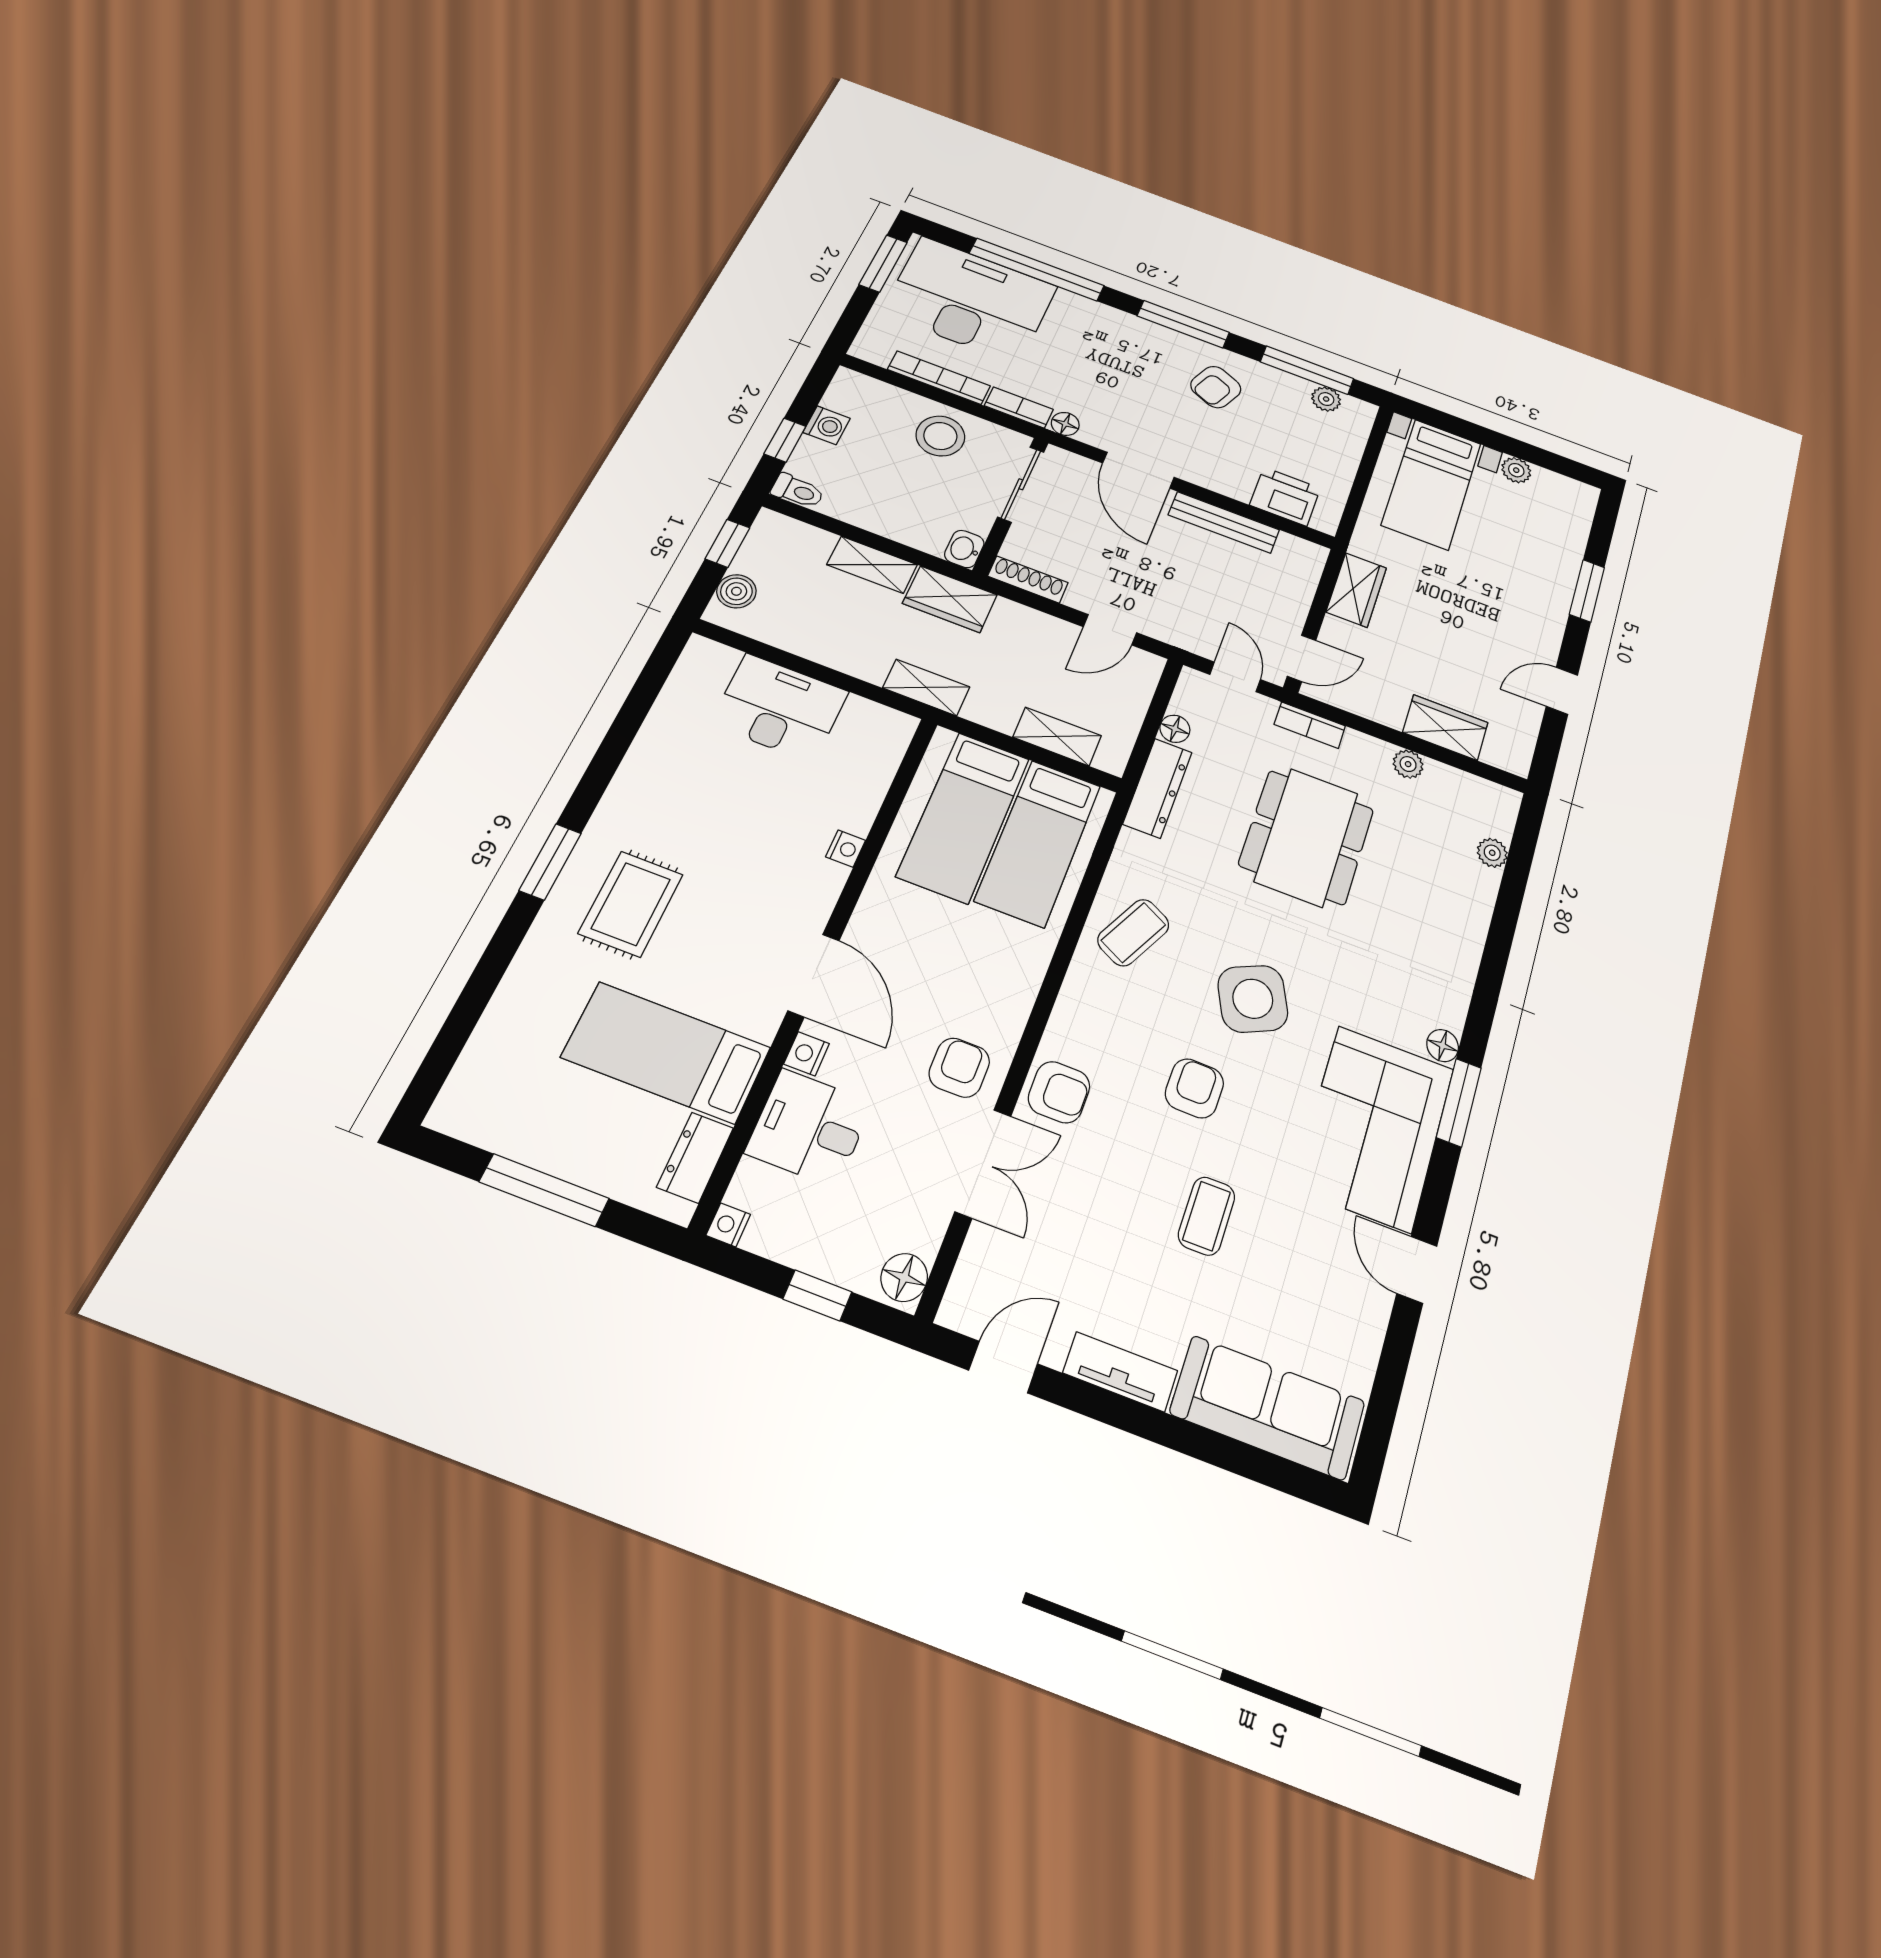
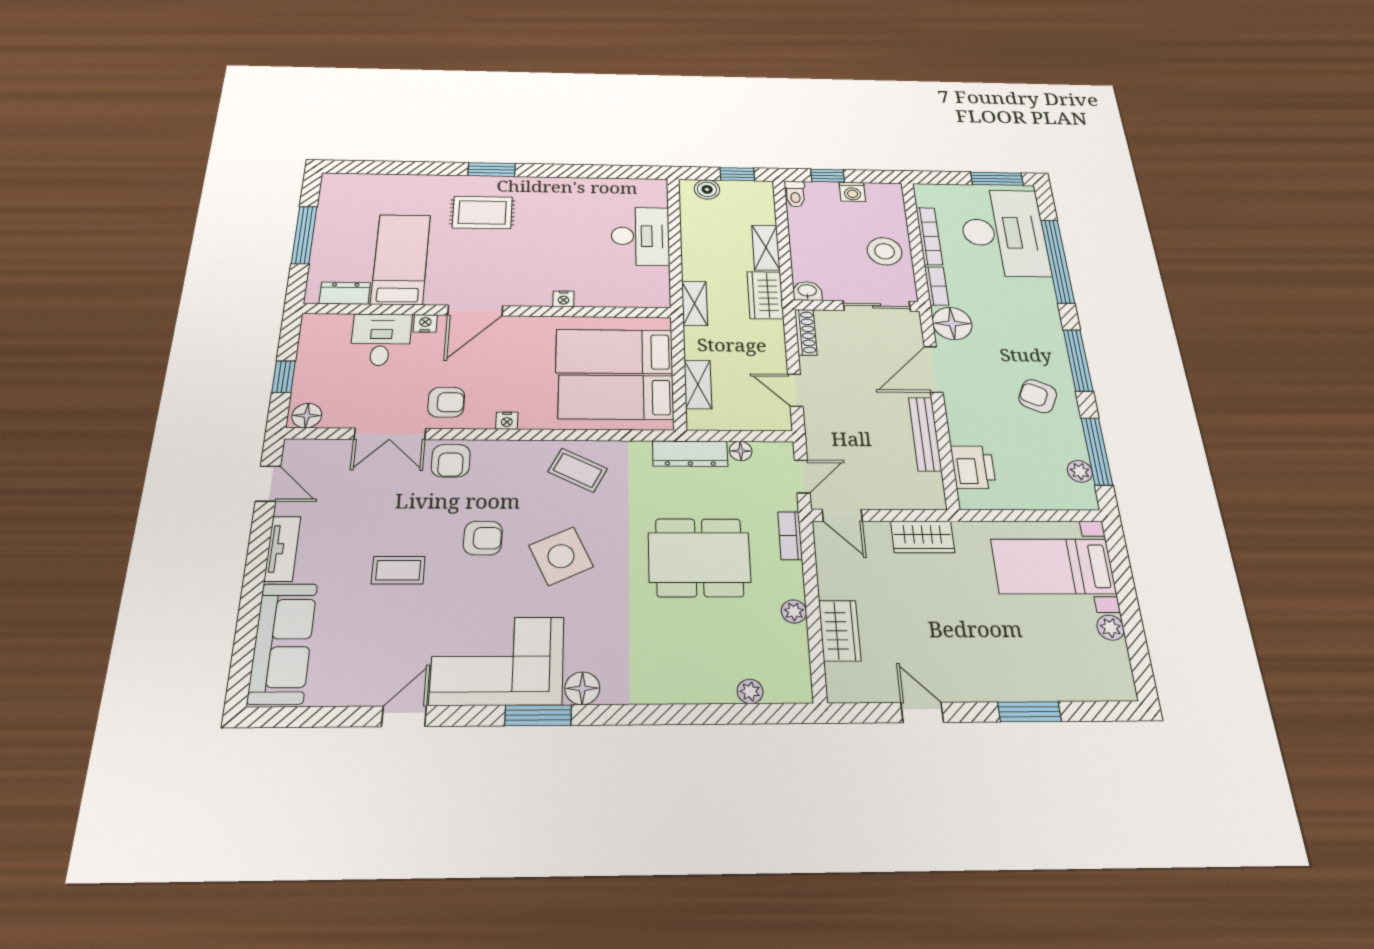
floor lamp: (1065, 424) -> (952, 323), width x1.89, depth x1.89
floor lamp: (1443, 1046) -> (582, 688), width x1.37, depth x1.37
nightstand: (728, 1225) -> (507, 421), moved, turned 180

